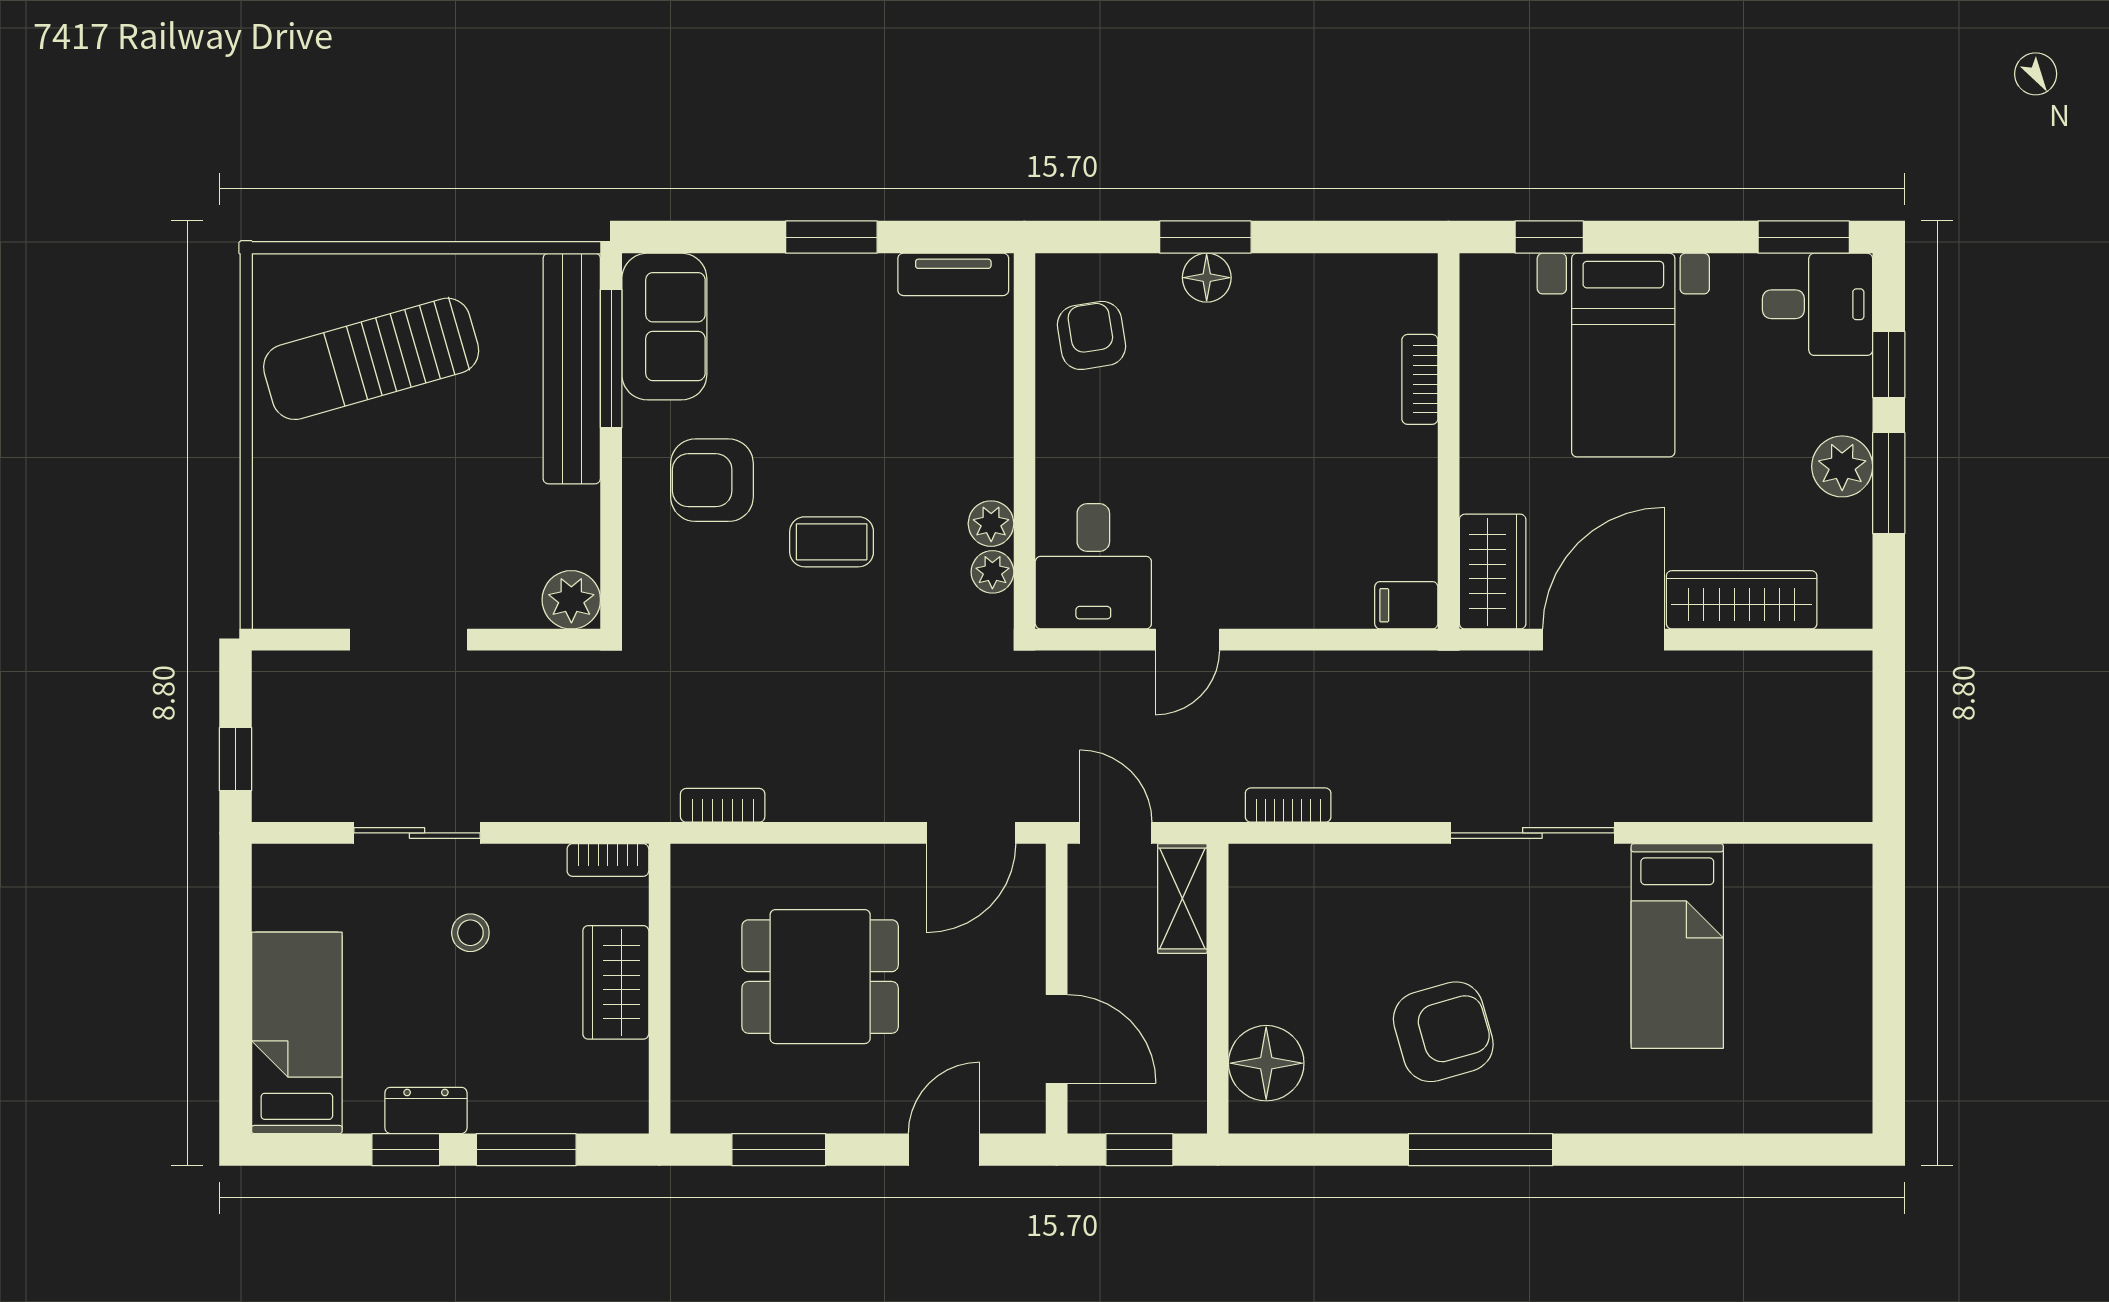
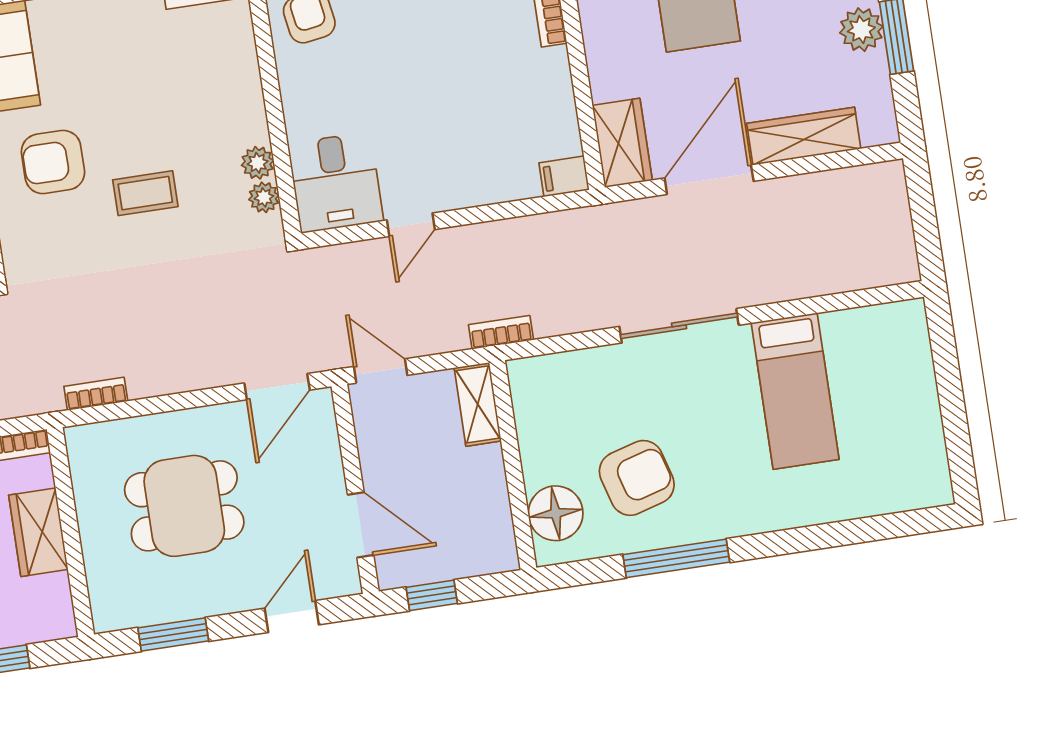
shelving: (1182, 898) -> (478, 404), moved
wall: (1218, 989) -> (513, 465), moved
floor lamp: (1266, 1063) -> (556, 513), moved

